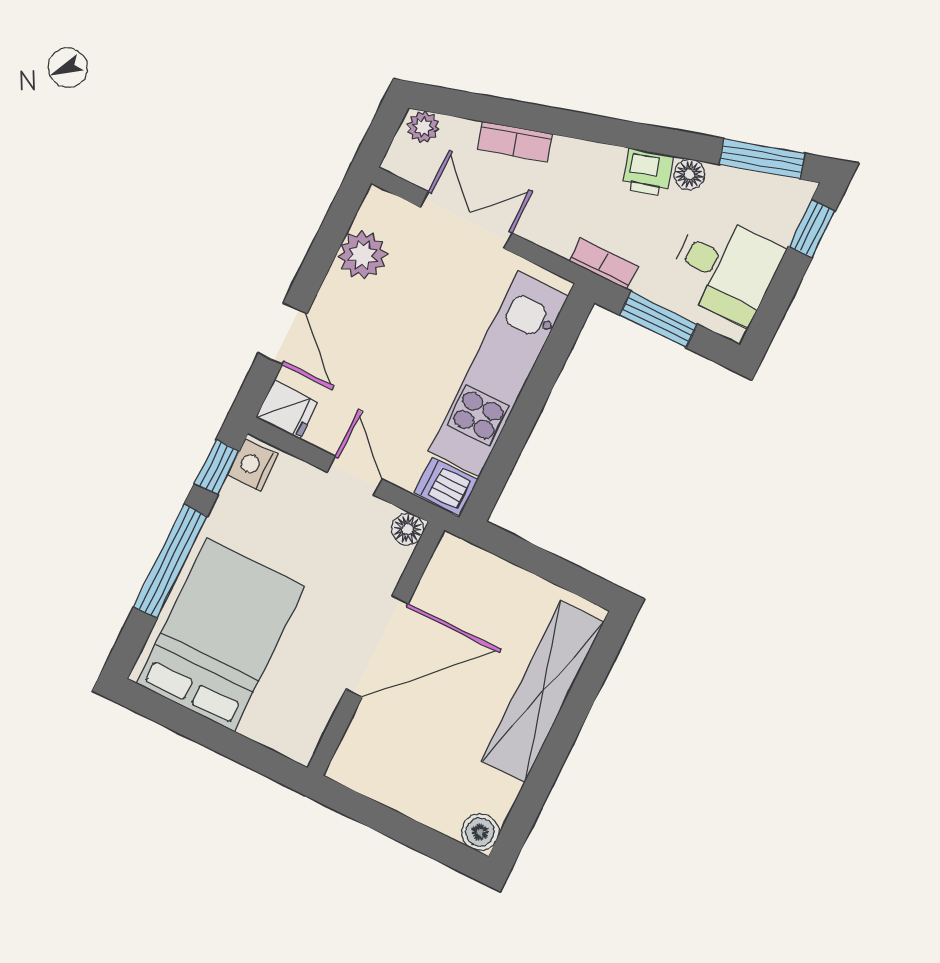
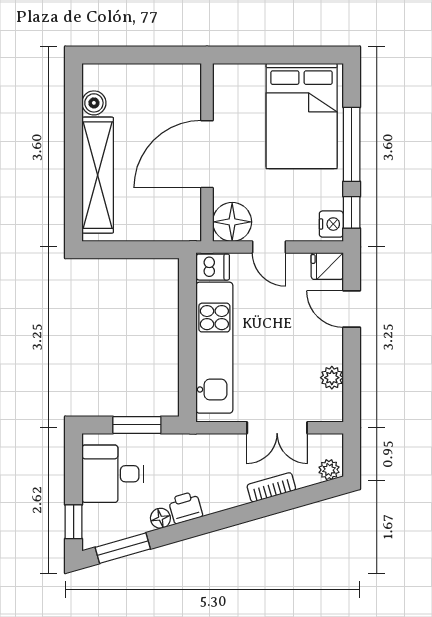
plant: (363, 255) -> (332, 378), width x0.73, depth x0.73
bookcase: (603, 264) -> (185, 442), removed
floor lamp: (407, 529) -> (232, 222), width x1.89, depth x1.89
boiler: (480, 832) -> (94, 103), moved

